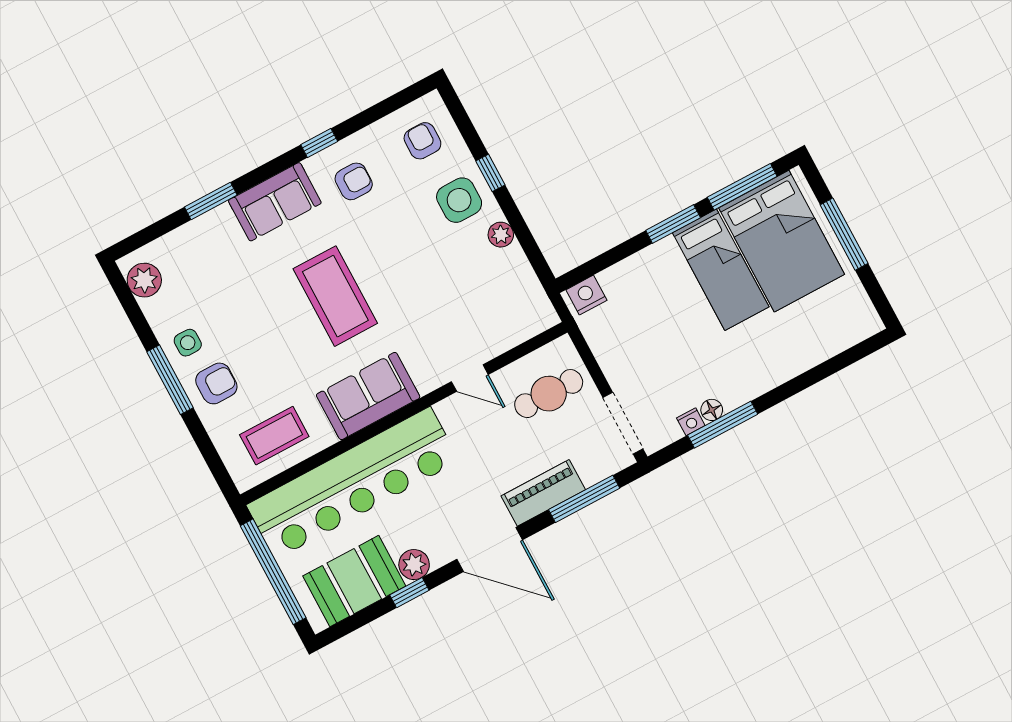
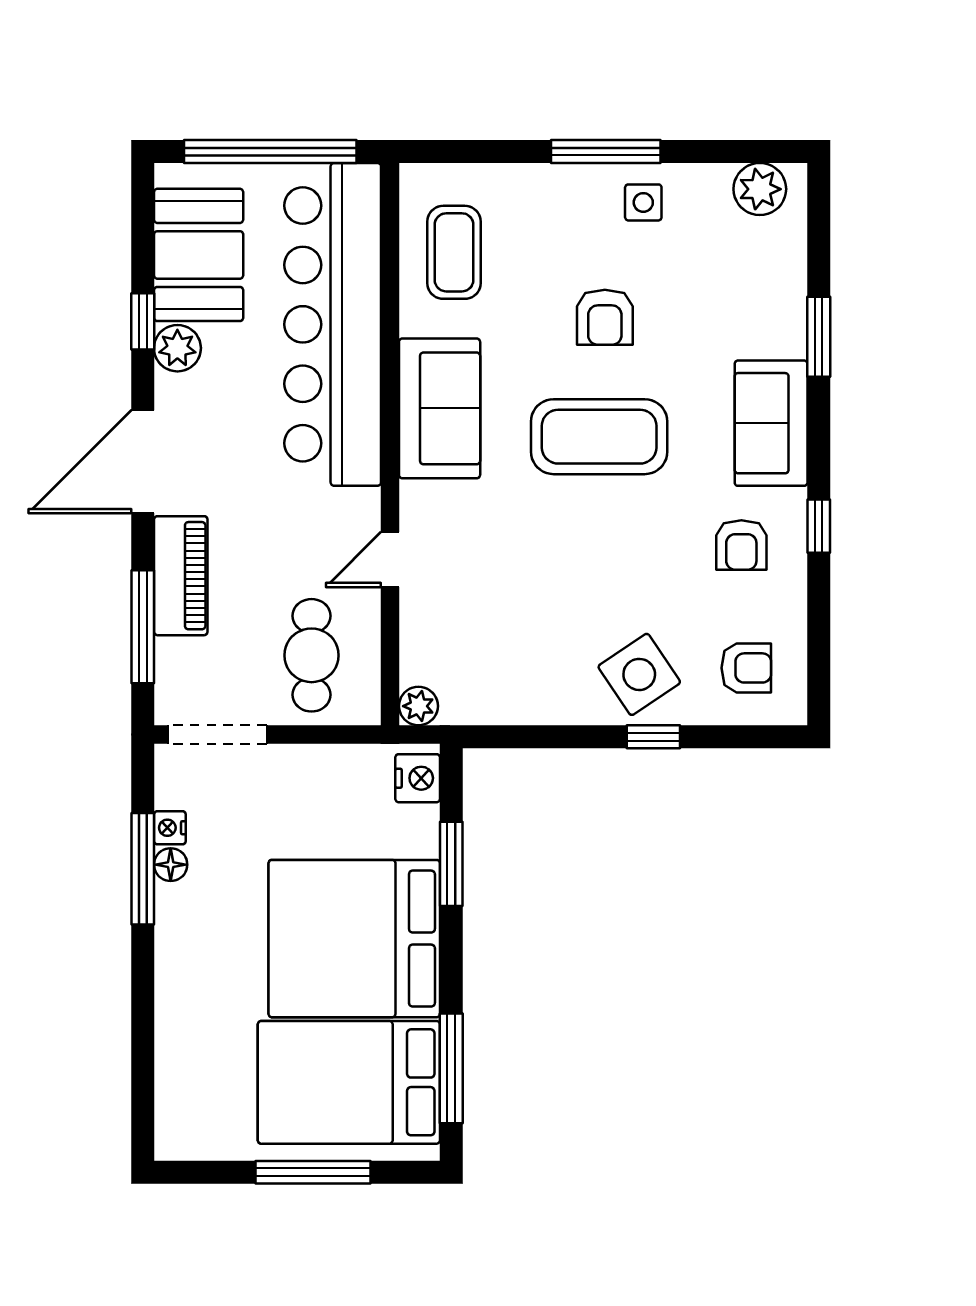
side table: (459, 200) -> (639, 674), turned -34
window: (673, 224) -> (451, 864), moved
plant: (501, 235) -> (418, 706), moved
bed: (721, 270) -> (354, 939), width x2.04
armchair: (216, 383) -> (605, 317), moved

